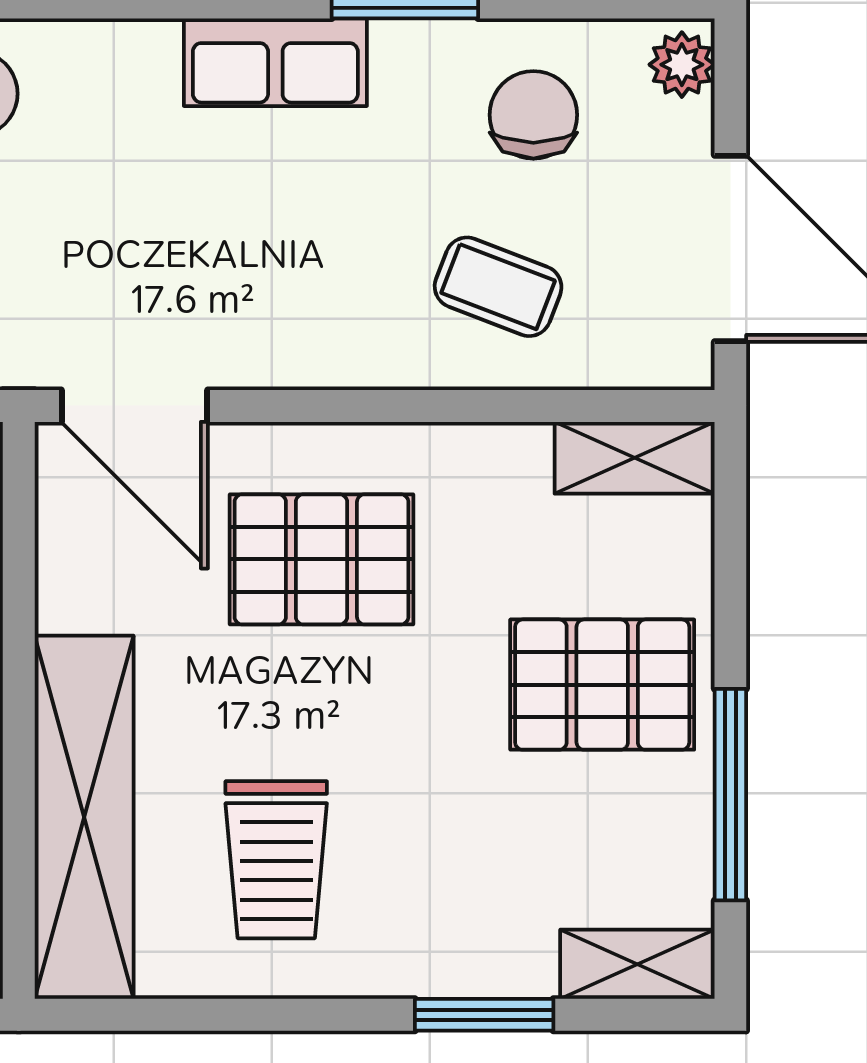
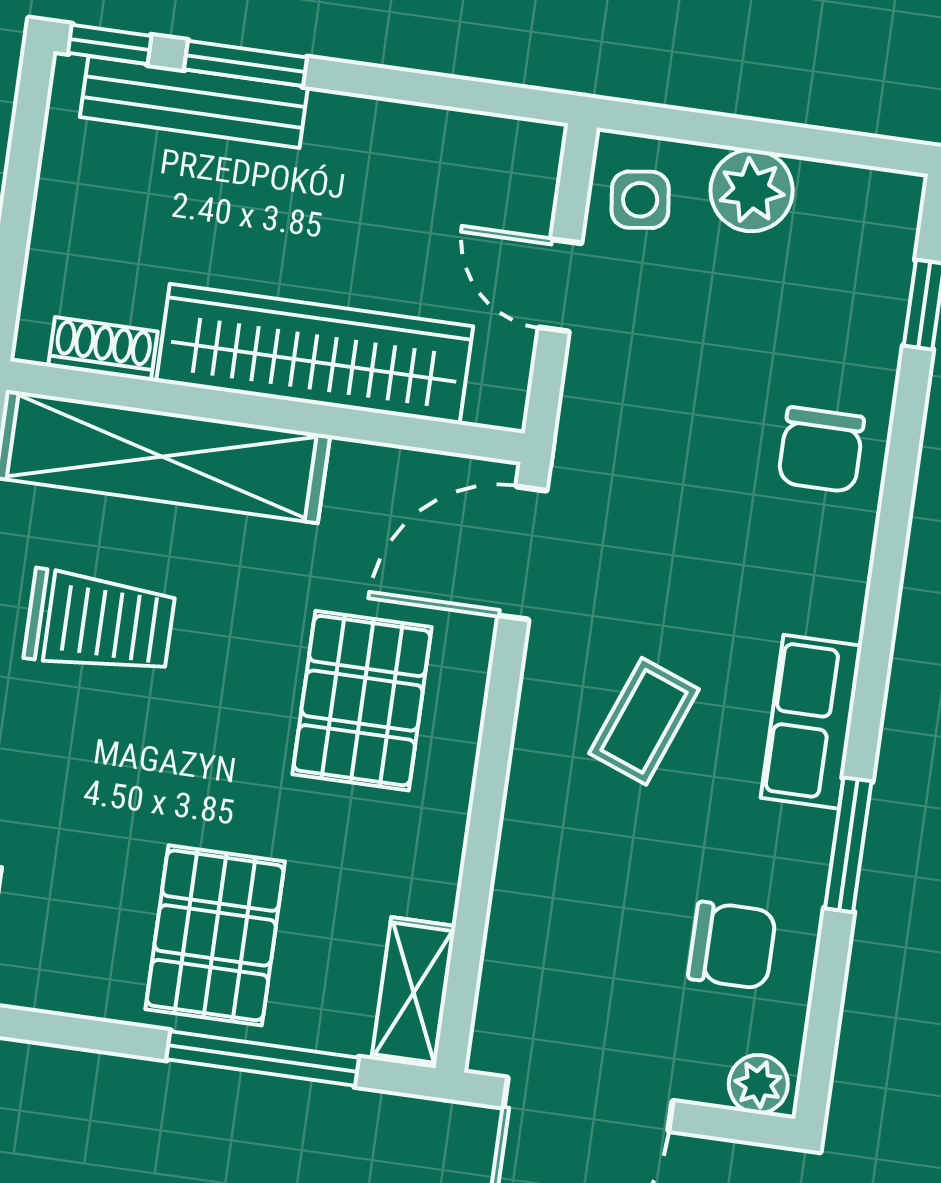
coffee table: (498, 287) -> (644, 721), moved
window: (730, 795) -> (263, 1059), moved
trolley: (276, 860) -> (100, 623), turned 180

